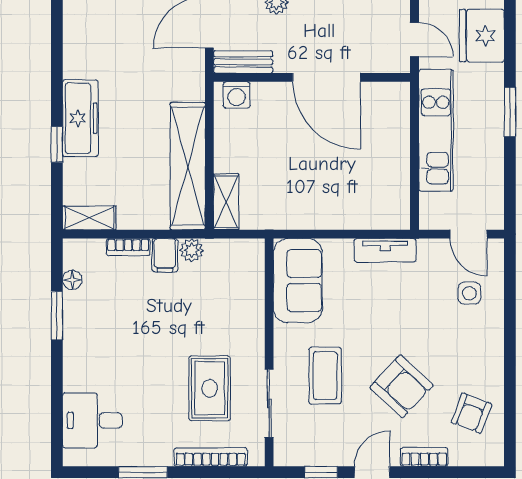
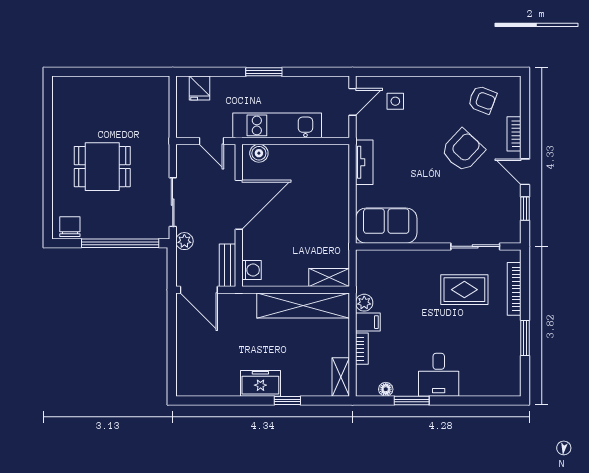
fridge: (482, 36) -> (200, 88), width x0.53, depth x0.75
door: (414, 40) -> (211, 141), swing flipped
boiler: (398, 105) -> (259, 153), added
freezer: (80, 118) -> (260, 383), width x0.71
coffee table: (325, 376) -> (455, 206), removed
desk: (92, 420) -> (439, 375), moved

